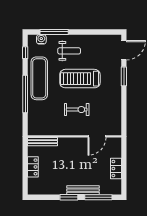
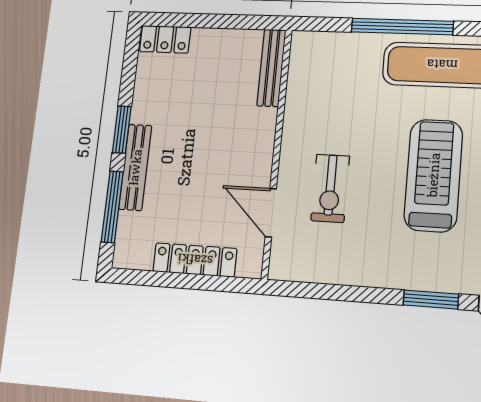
exercise bike: (77, 110) -> (330, 188), moved
locker: (33, 167) -> (165, 39), moved
locker: (116, 169) -> (195, 260), width x1.53

